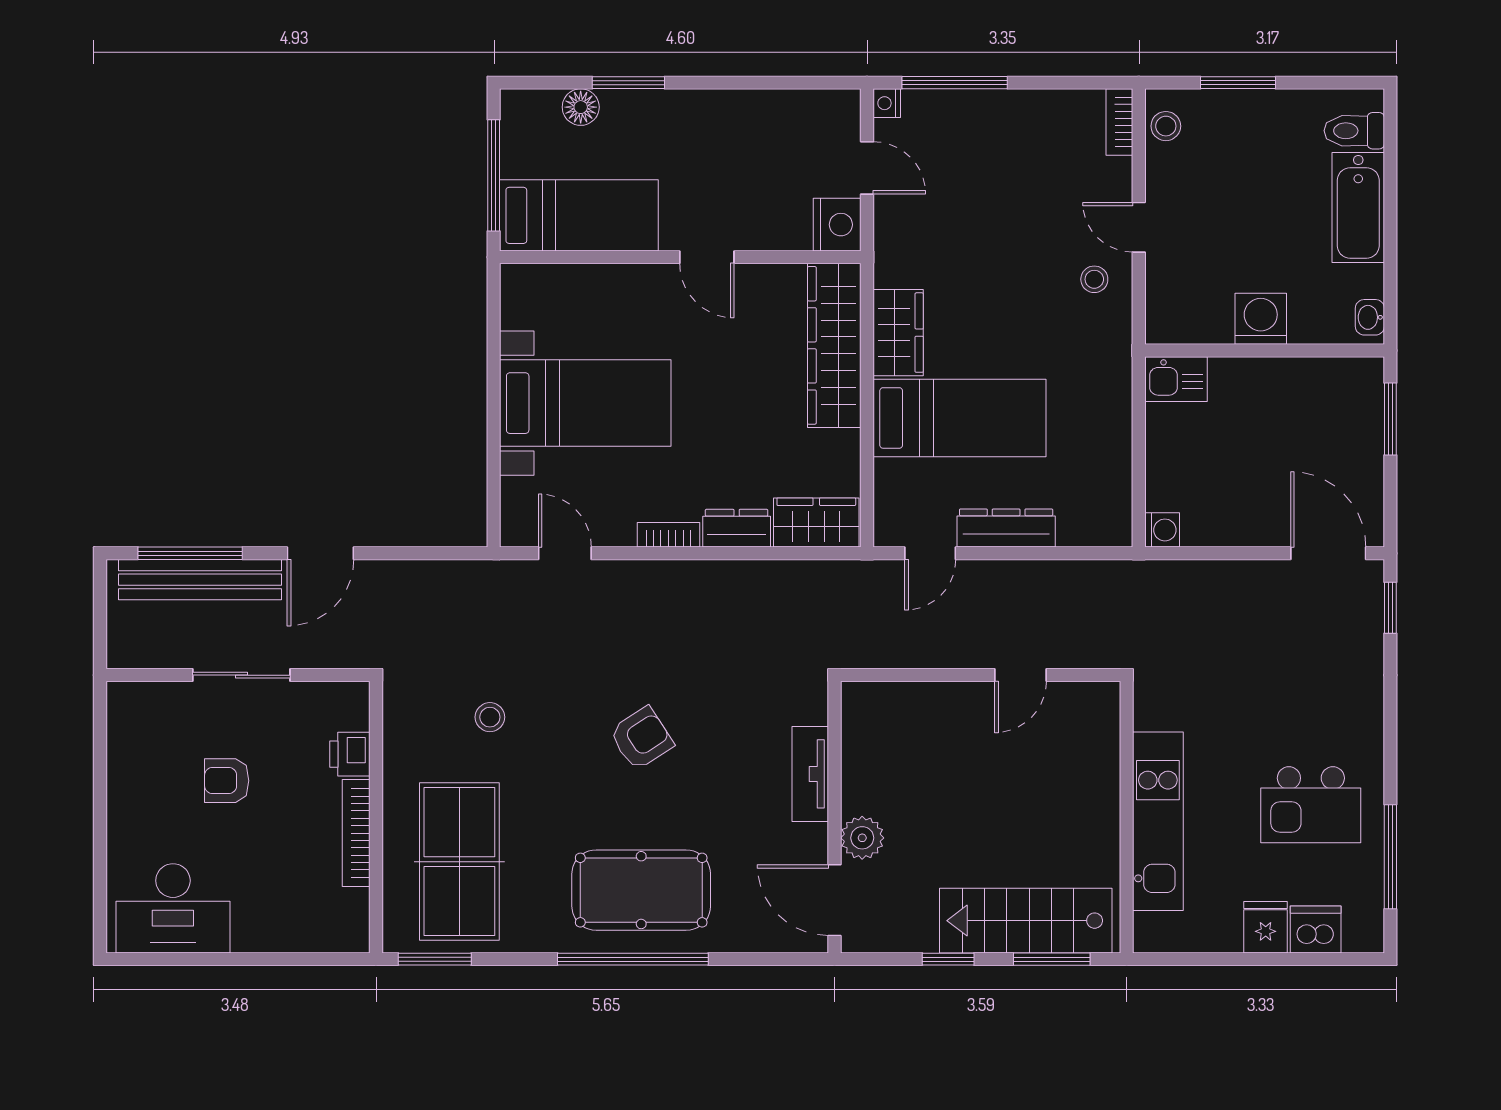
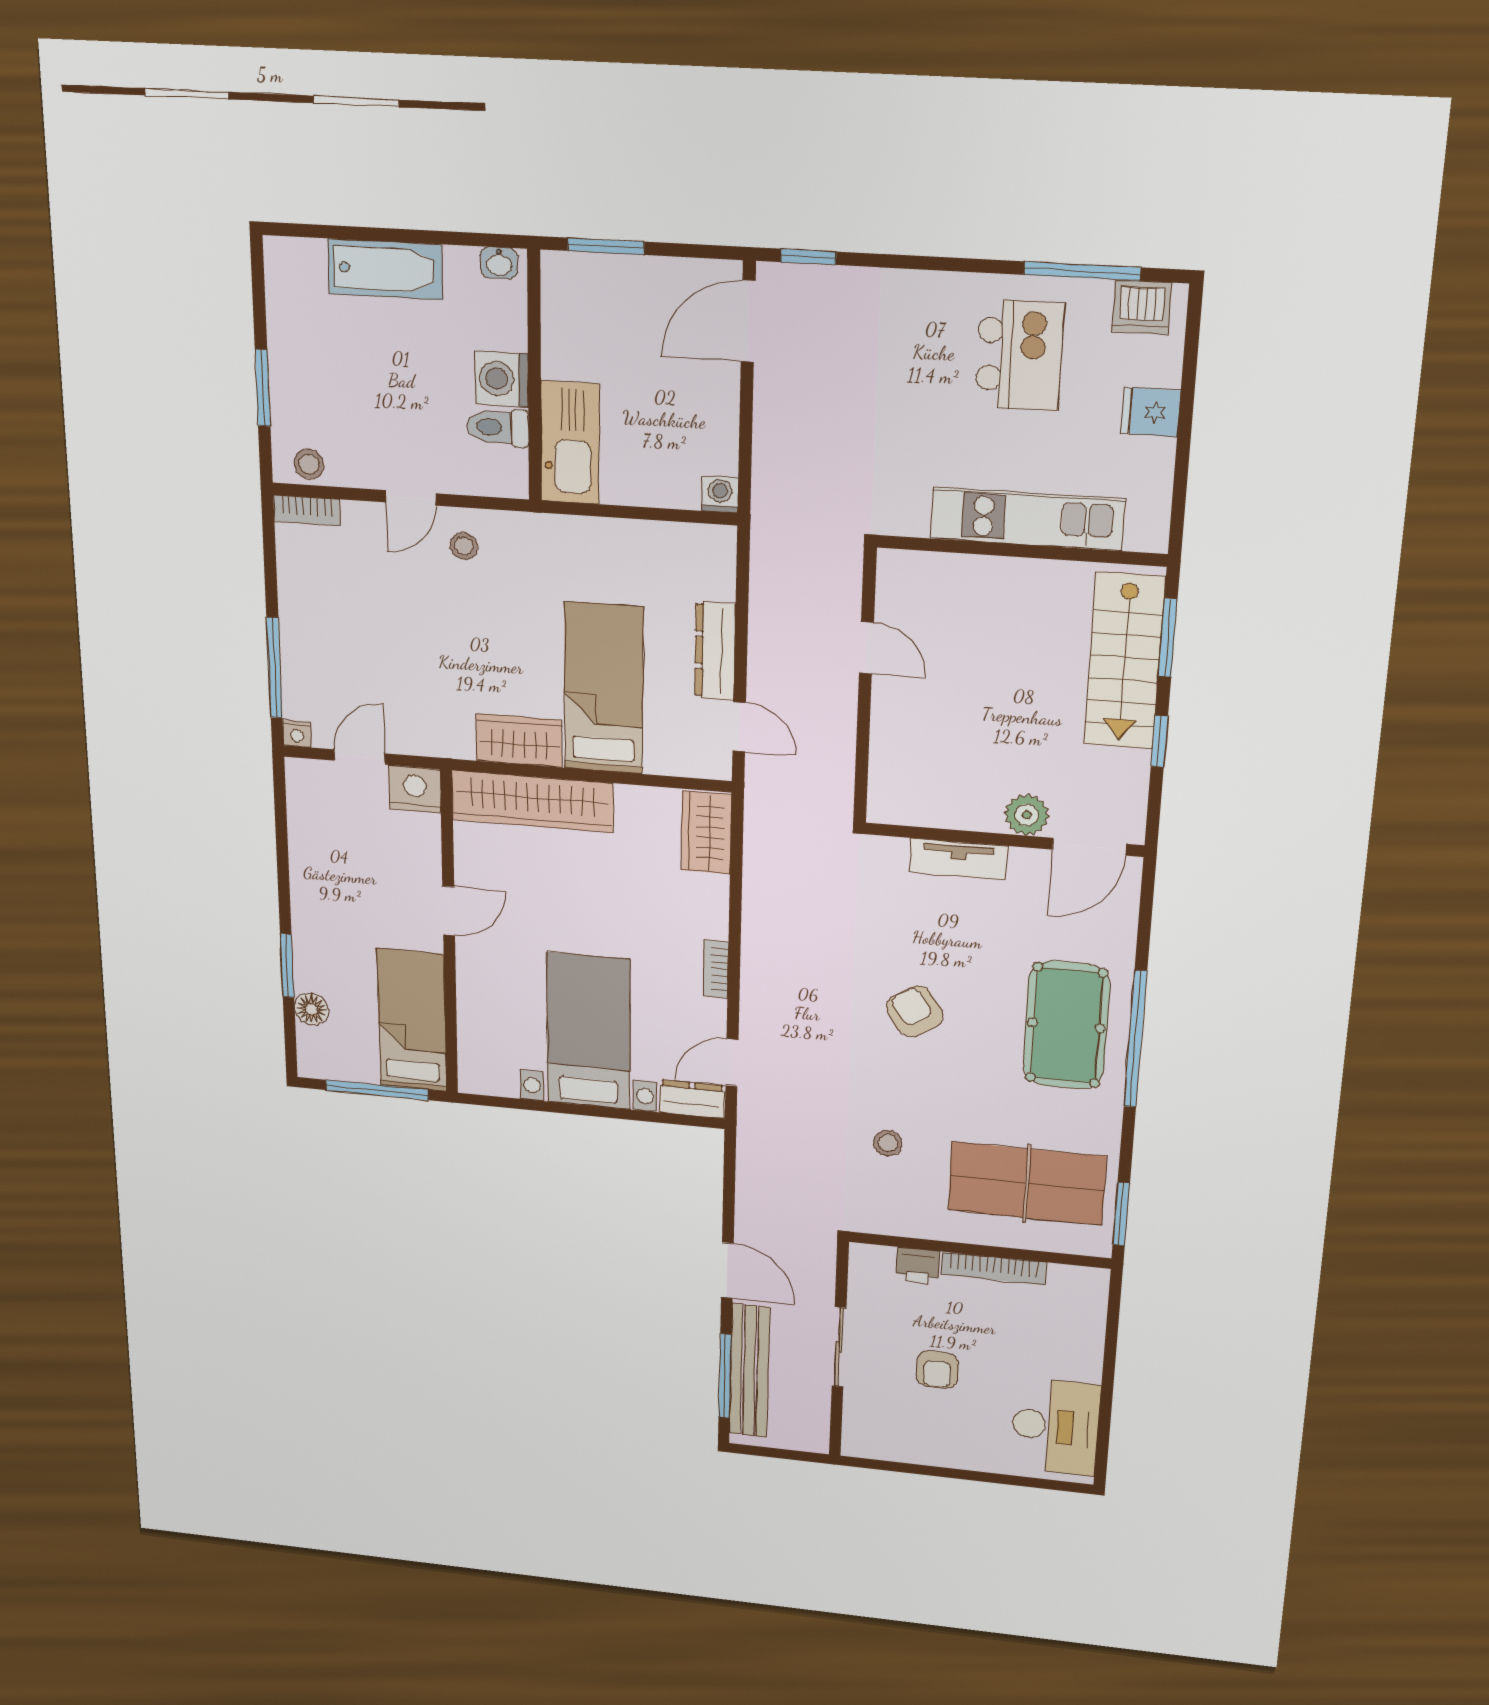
toilet: (1354, 131) -> (498, 427), moved, turned 90
kitchen sink: (1176, 379) -> (570, 443), width x1.87, depth x1.24
dresser: (737, 528) -> (692, 1099), moved, turned 90
dishwasher: (1316, 929) -> (1142, 307), moved, turned -90

